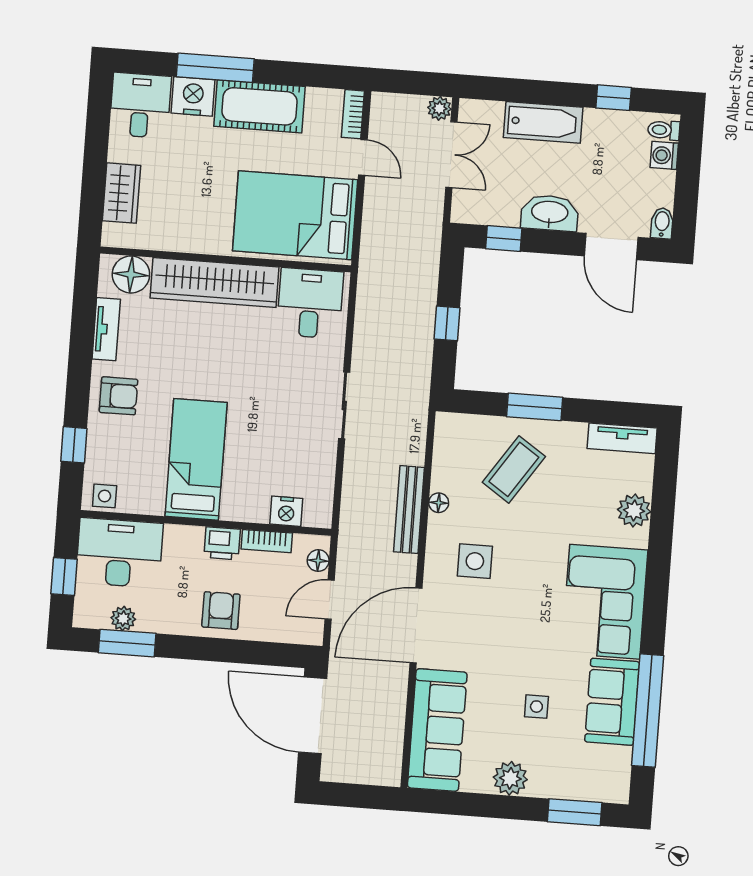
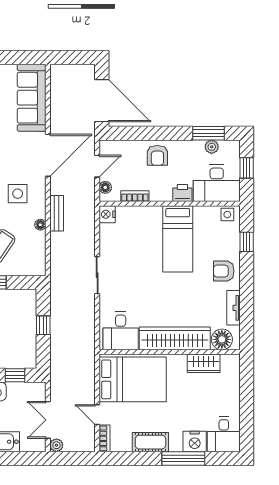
cot: (259, 106) -> (150, 442), width x0.73, depth x0.75
wardrobe: (121, 193) -> (204, 363), moved, turned -90
bench: (409, 510) -> (57, 213), width x0.73
nightstand: (286, 511) -> (107, 214), moved, turned -90
printer: (222, 543) -> (182, 193), moved

